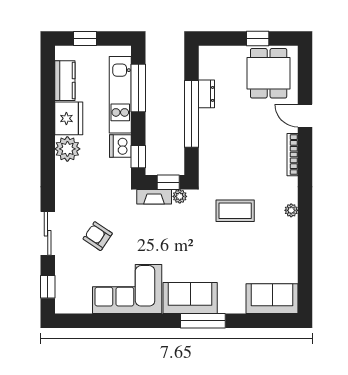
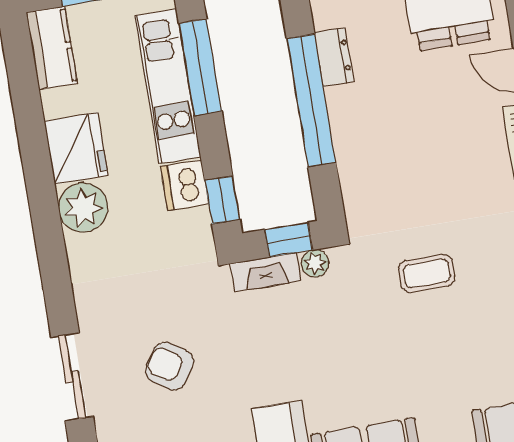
kitchen counter: (65, 81) -> (52, 48), moved
coffee table: (235, 211) -> (427, 273), width x0.73, depth x0.77

